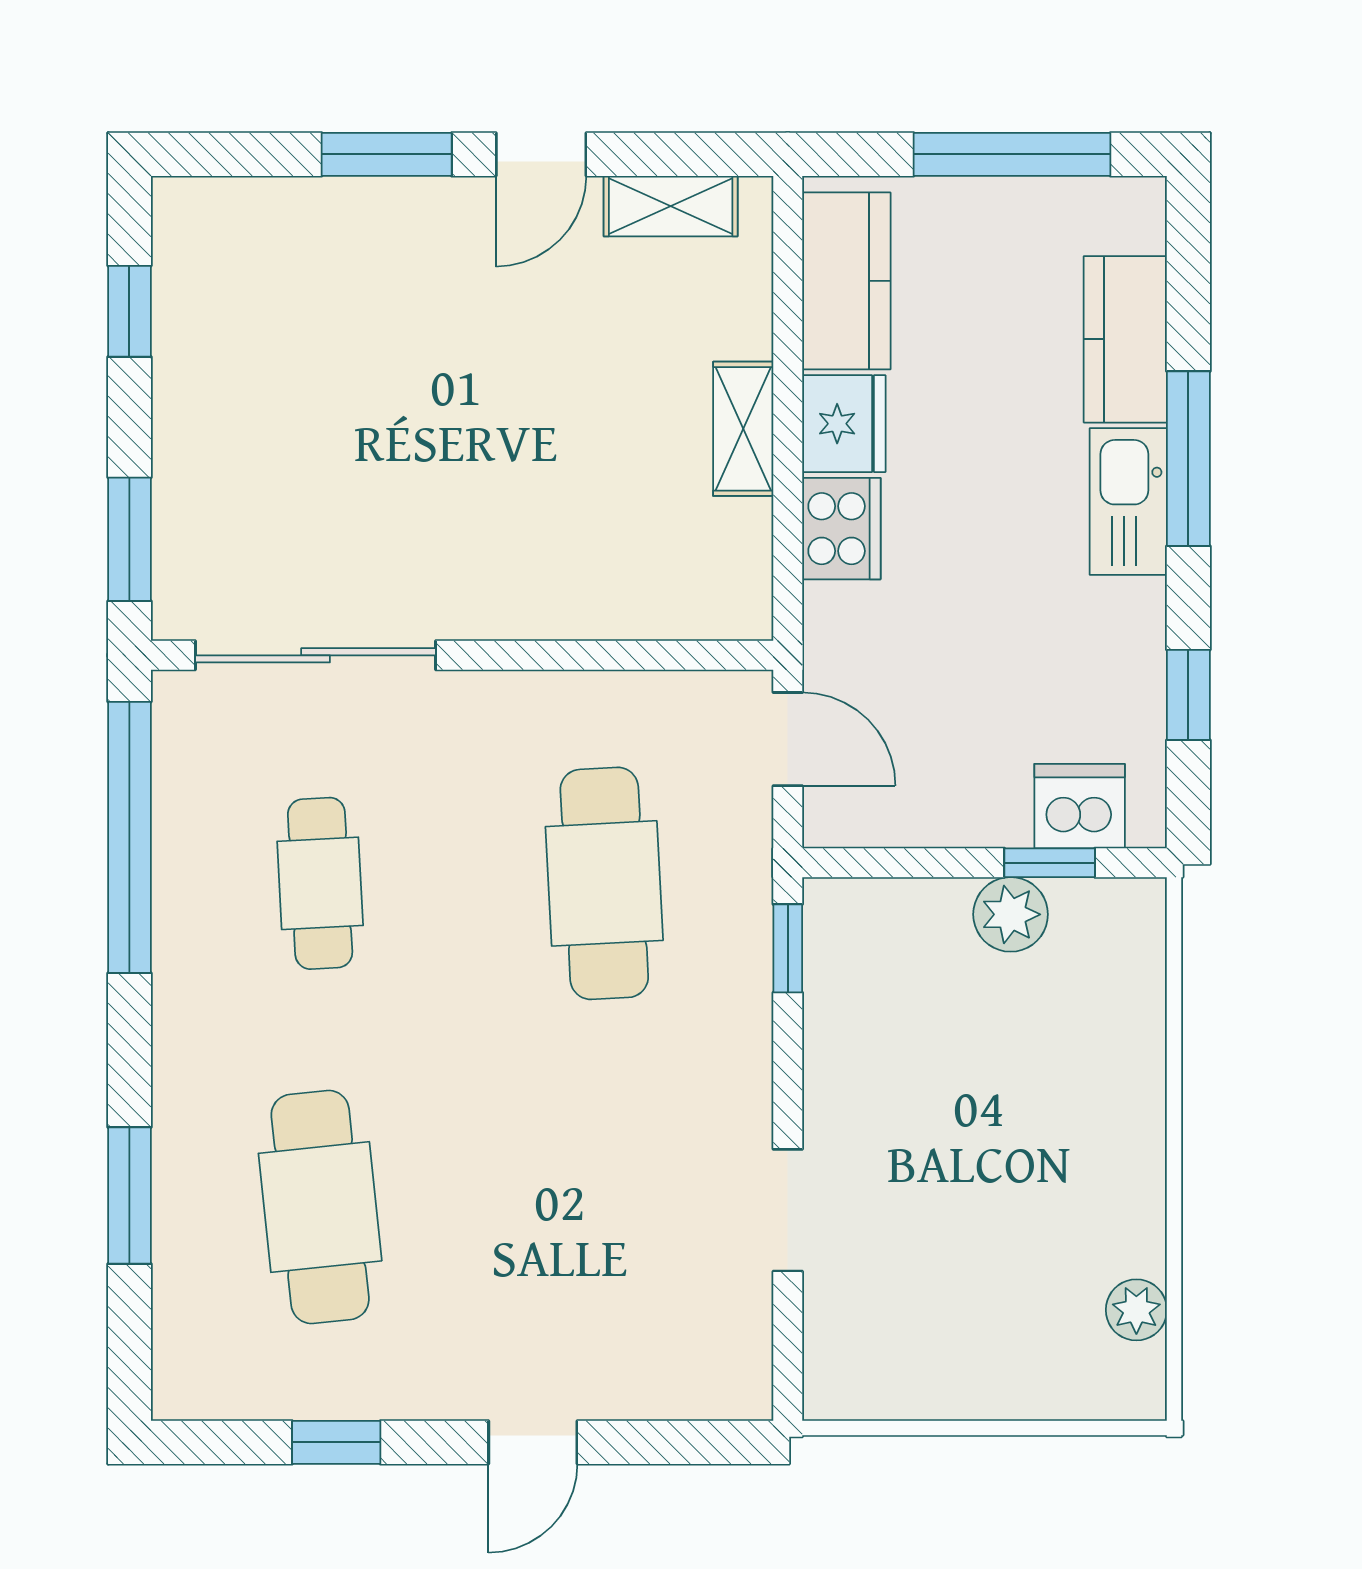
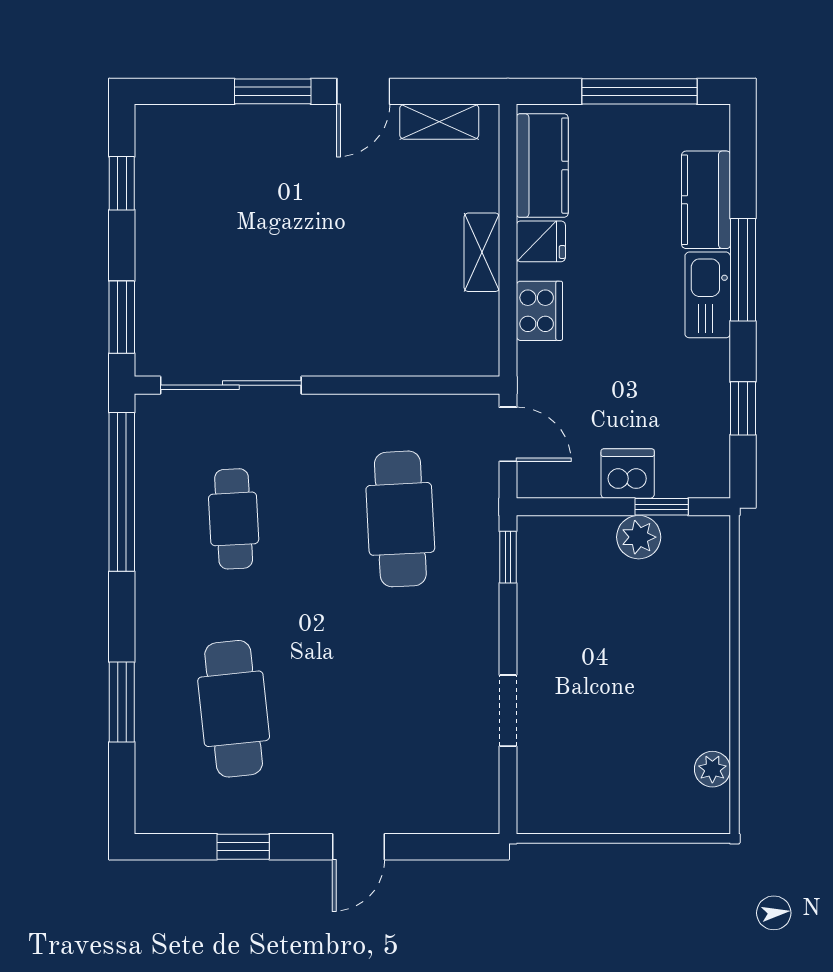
fridge: (844, 424) -> (541, 241), width x0.72
dishwasher: (1080, 806) -> (628, 474), moved

